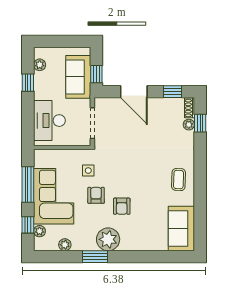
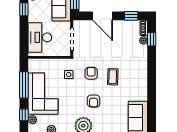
coffee table: (179, 180) -> (113, 77), moved
armchair: (96, 195) -> (91, 73), moved

